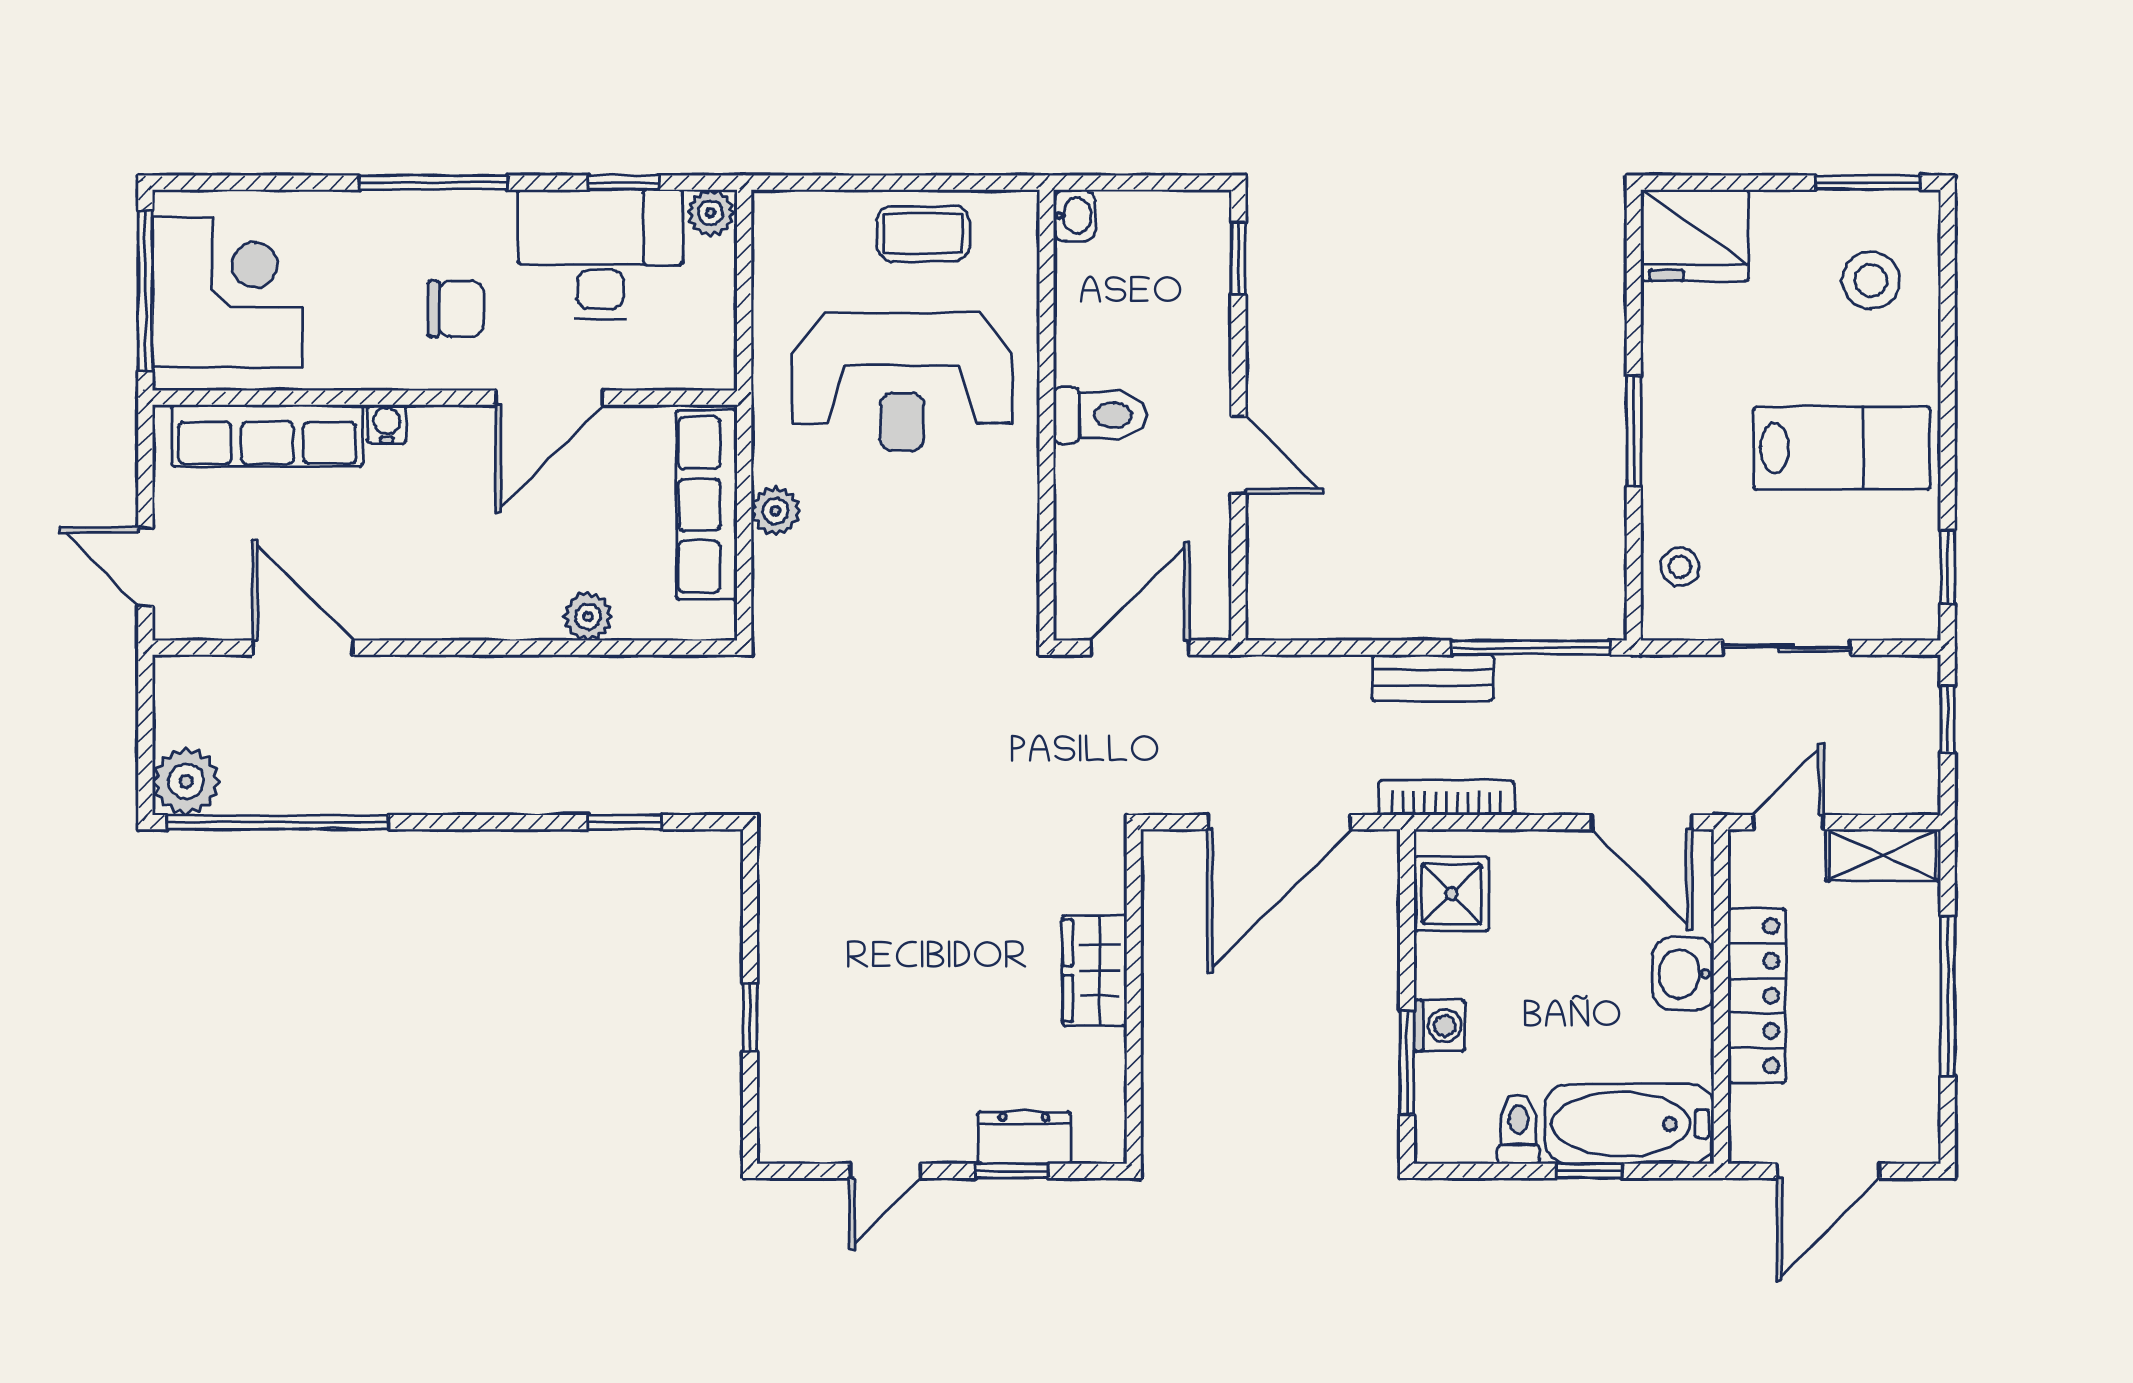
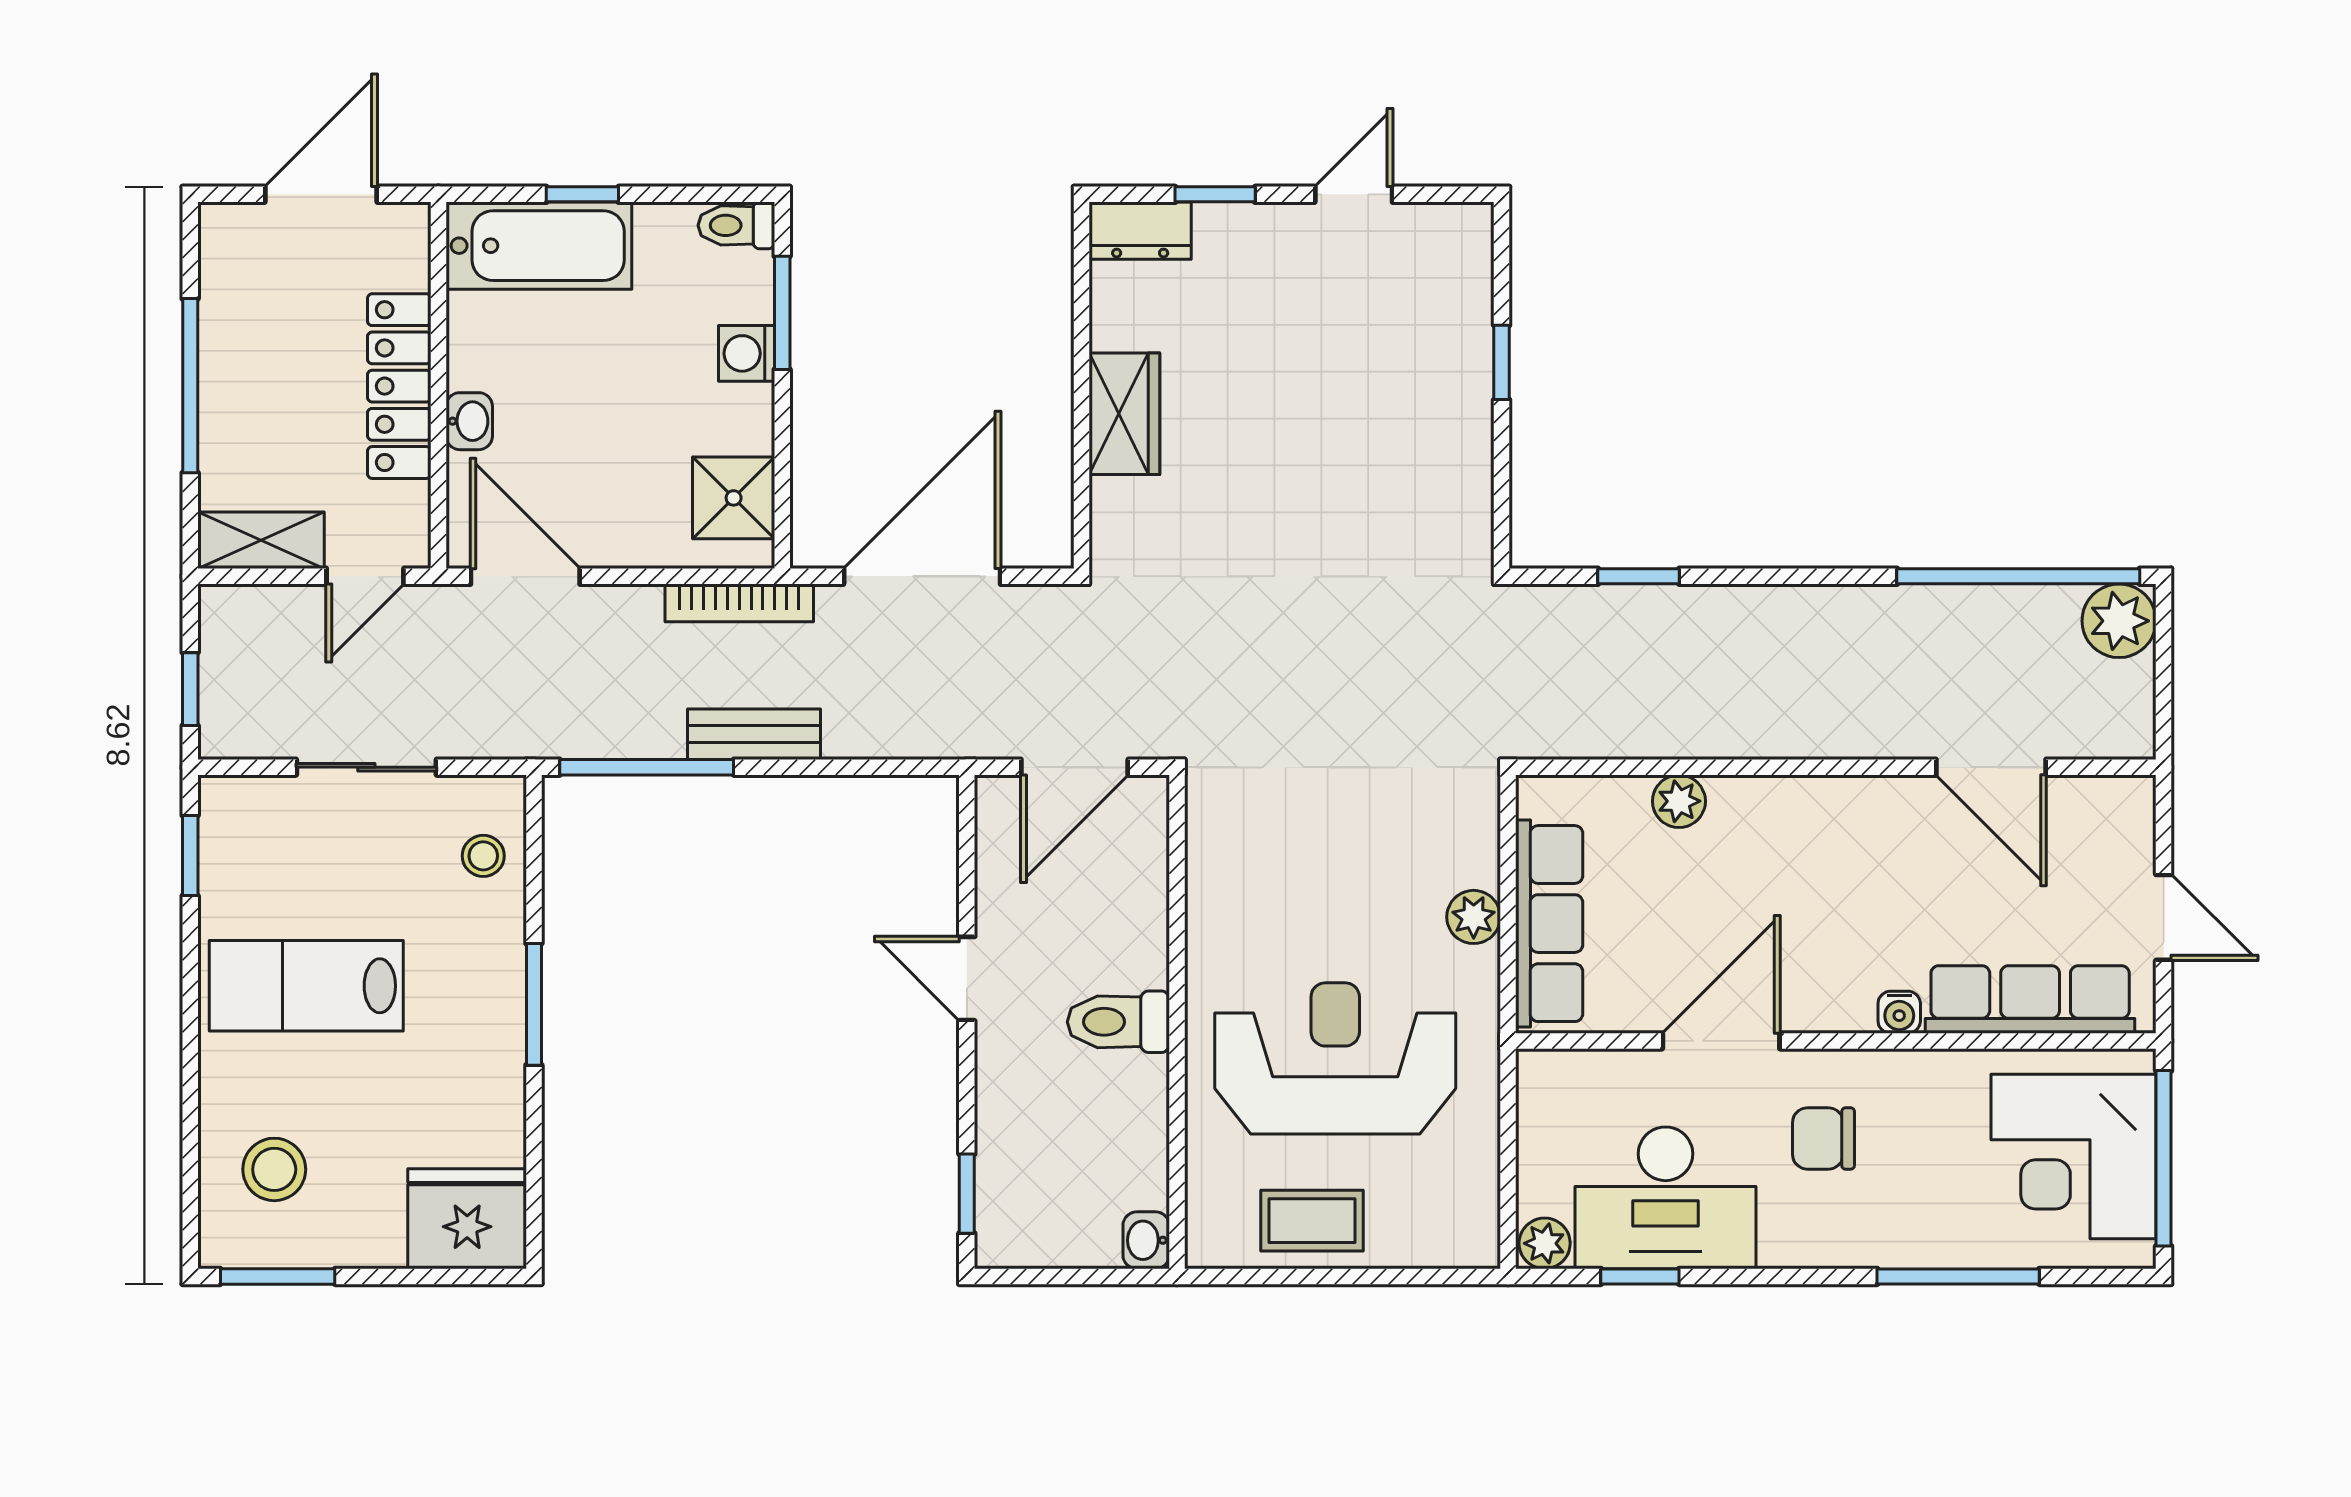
window: (433, 183) -> (1958, 1276), moved
door: (145, 567) -> (2164, 917), moved
washbasin: (1683, 974) -> (469, 421), width x0.72, depth x0.69
toilet: (1518, 1129) -> (736, 225), moved, turned 90
dresser: (1024, 1138) -> (1140, 231), moved

